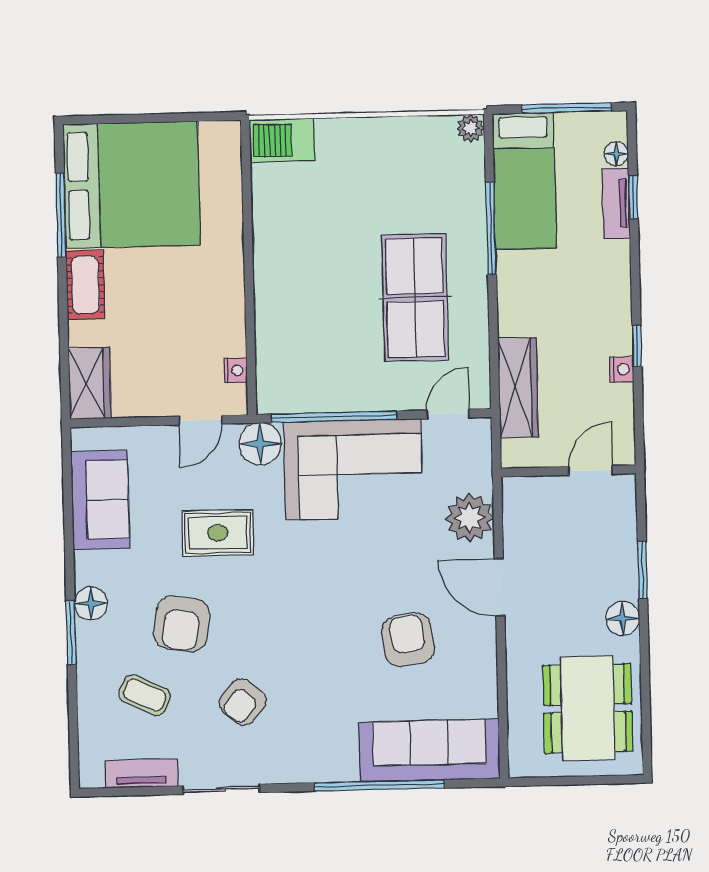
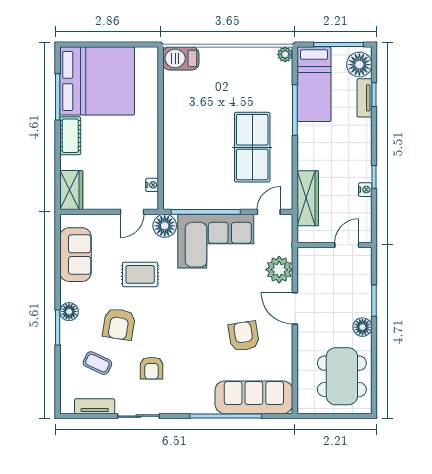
floor lamp: (616, 154) -> (359, 65), width x1.89, depth x1.89
armchair: (243, 702) -> (152, 368), turned -39

